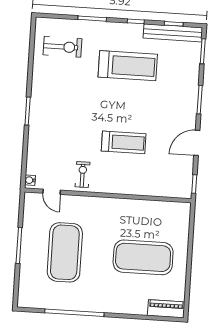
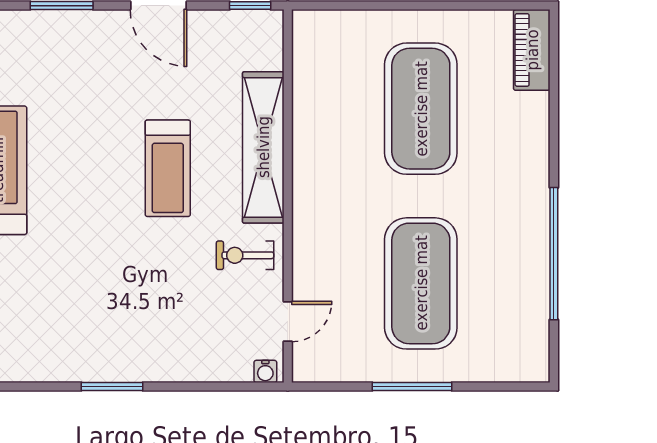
treadmill: (124, 142) -> (168, 168), turned 180
shelving: (130, 186) -> (263, 147), added
exercise mat: (65, 252) -> (421, 283), turned 90

